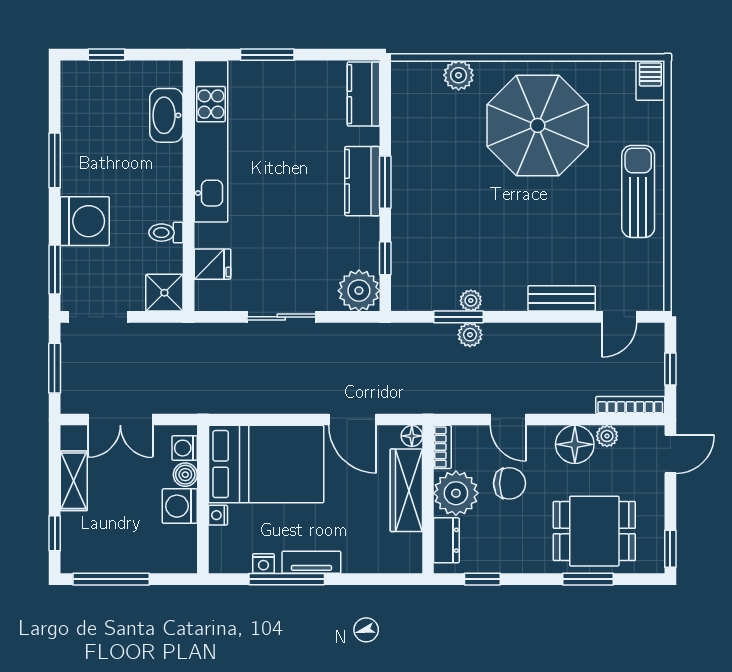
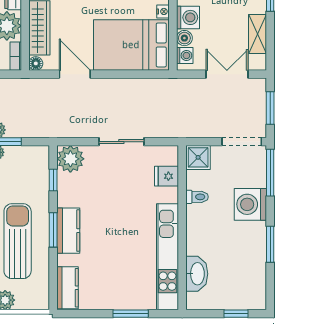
sun lounger: (440, 165) -> (18, 241), added
window: (55, 270) -> (270, 173), width x1.44

